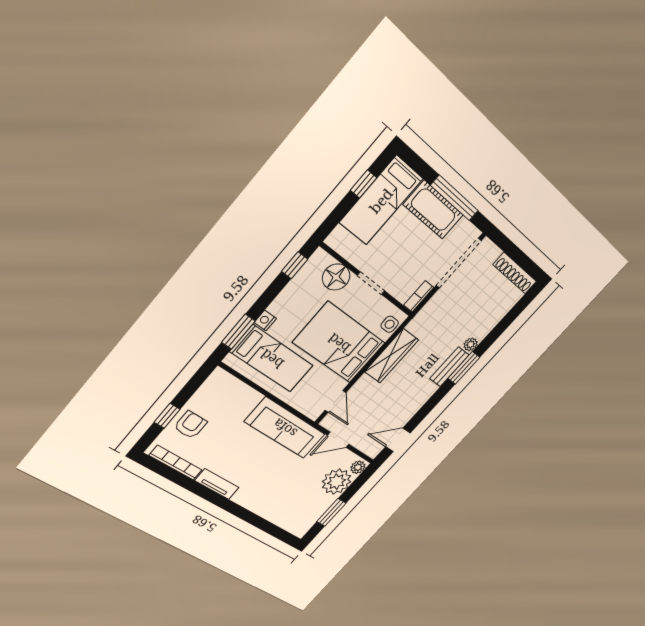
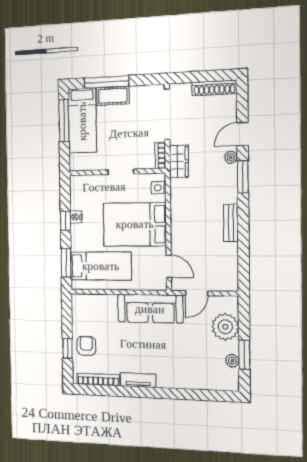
window: (364, 184) -> (64, 120), width x2.17
window: (454, 198) -> (106, 82), moved
cot: (433, 210) -> (113, 96), width x0.73, depth x0.75
window: (295, 265) -> (65, 221), moved
floor lamp: (336, 277) -> (96, 185), removed
nightstand: (265, 320) -> (76, 217), moved
wardrobe: (392, 356) -> (179, 162), moved, width x0.67
bench: (449, 367) -> (231, 223), moved
door: (398, 440) -> (242, 134), moved
plant: (358, 467) -> (232, 361), moved

